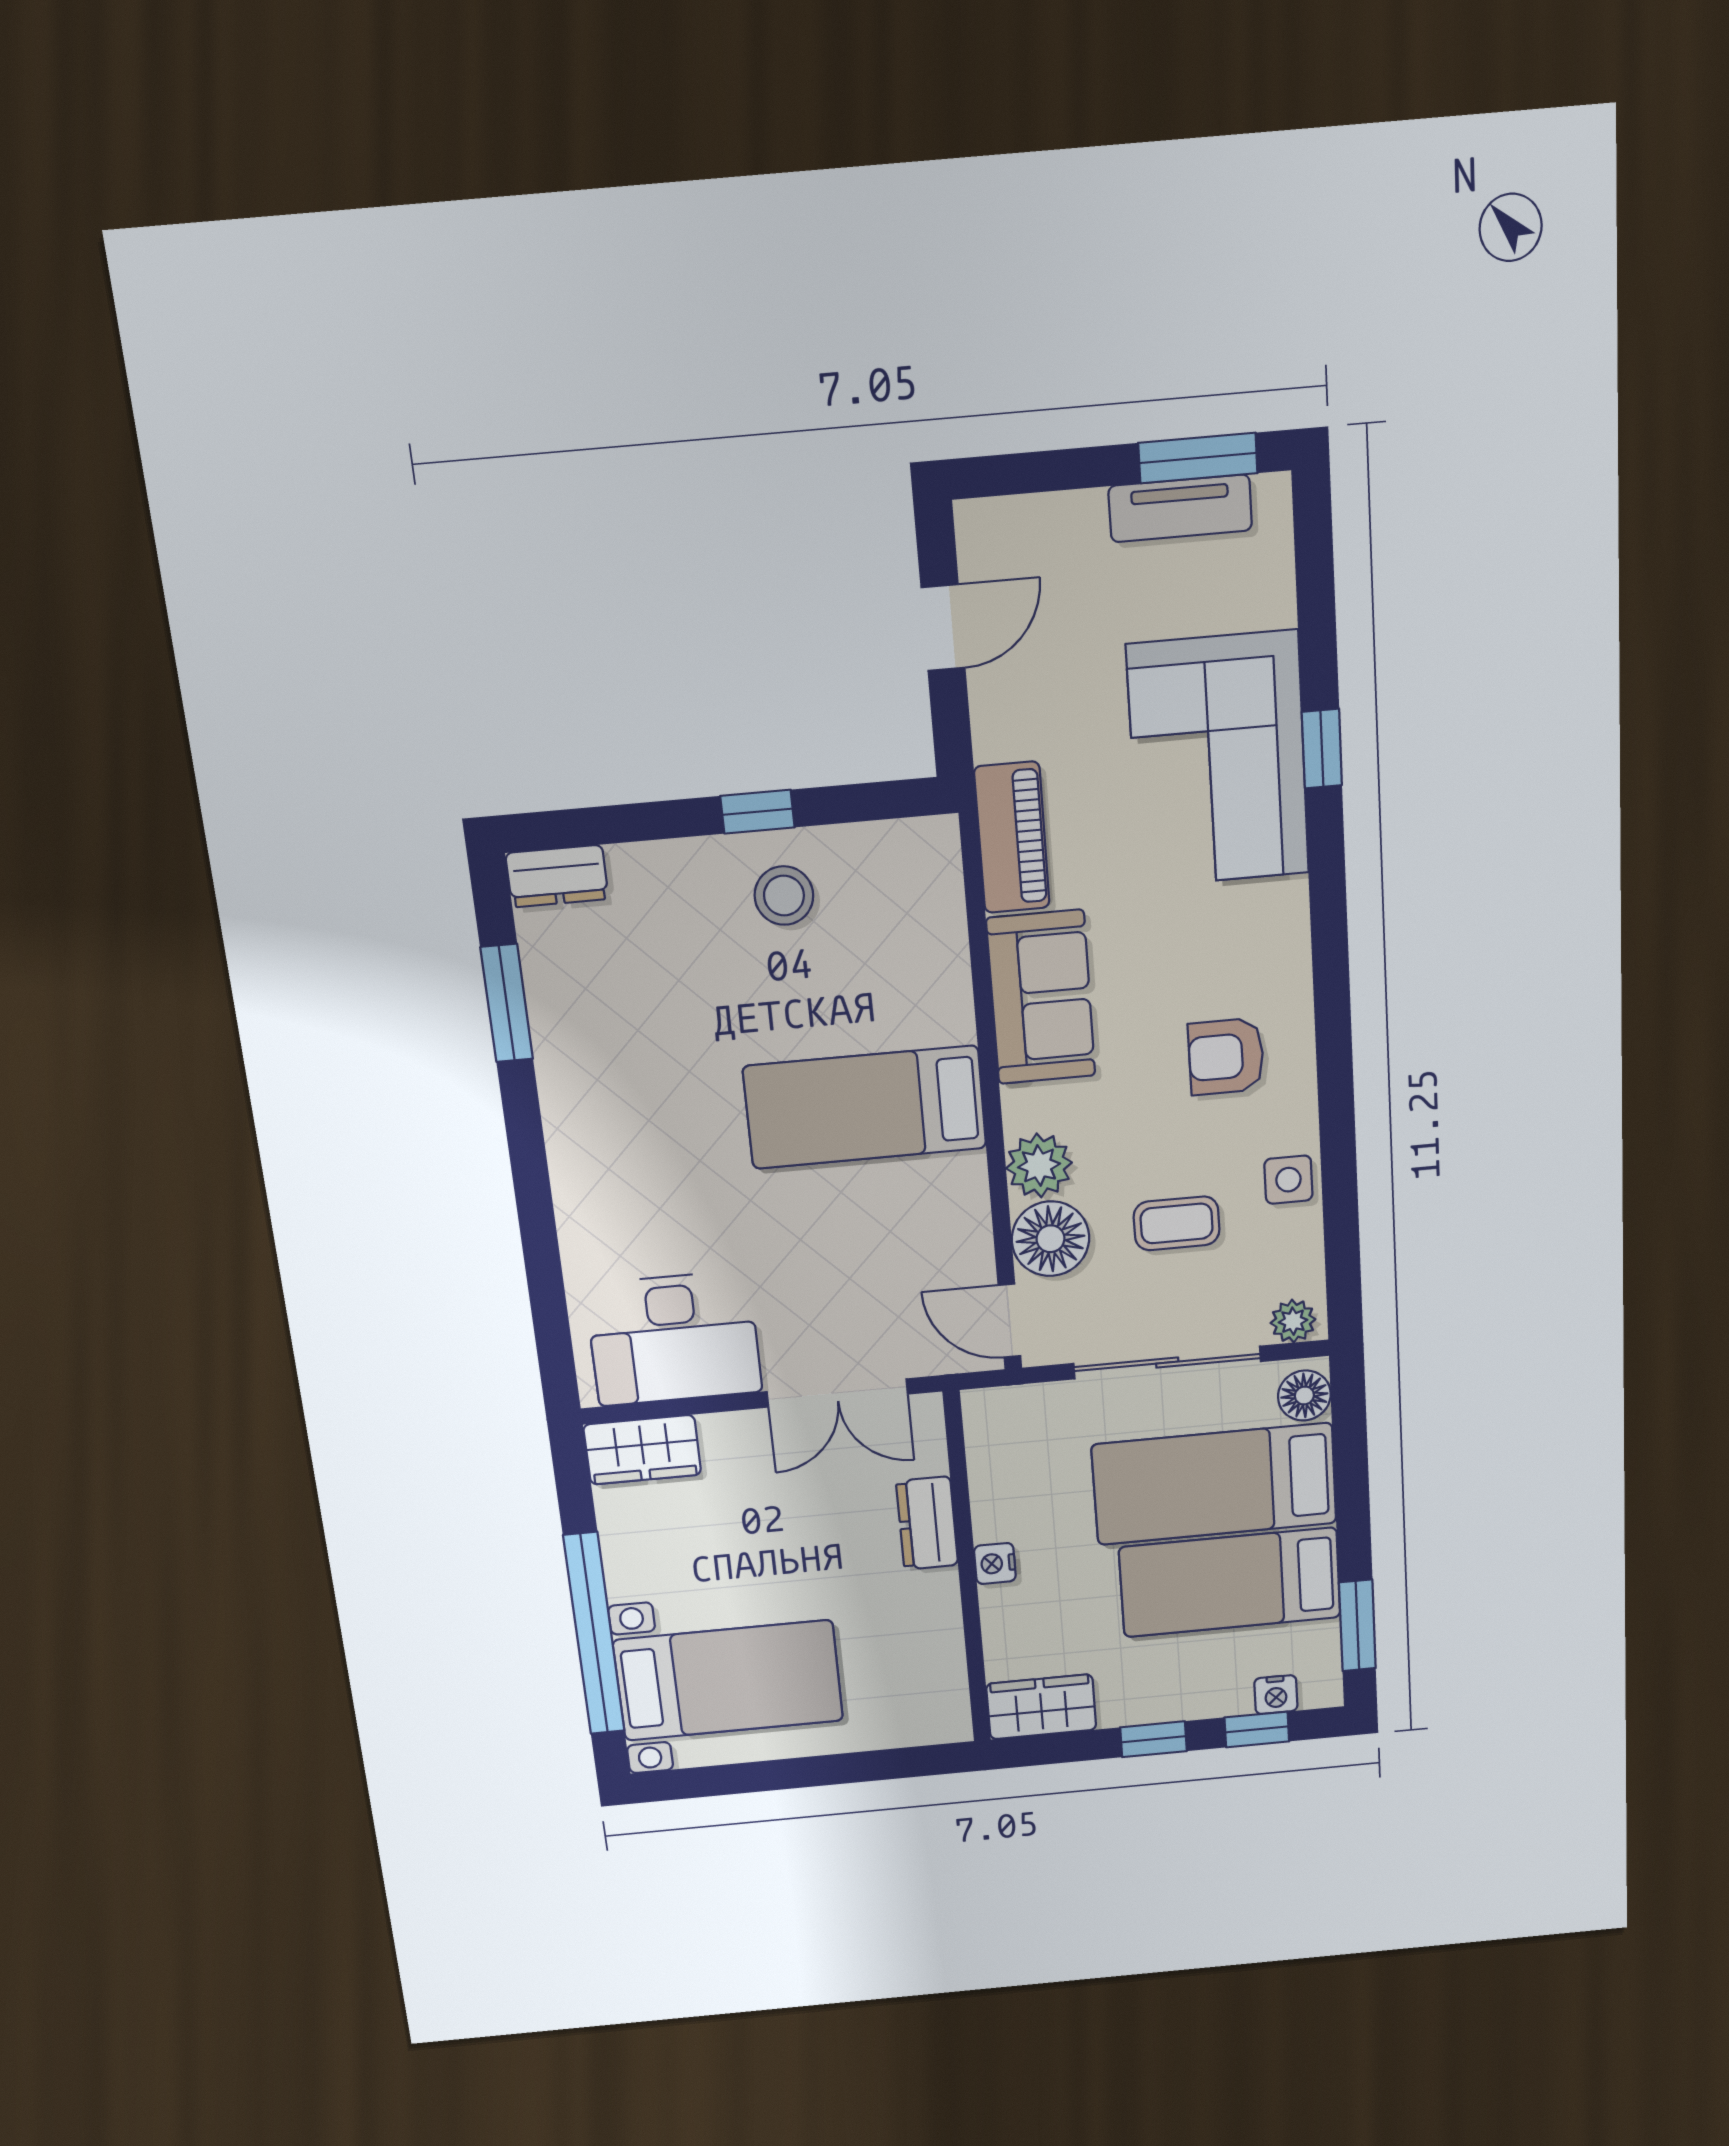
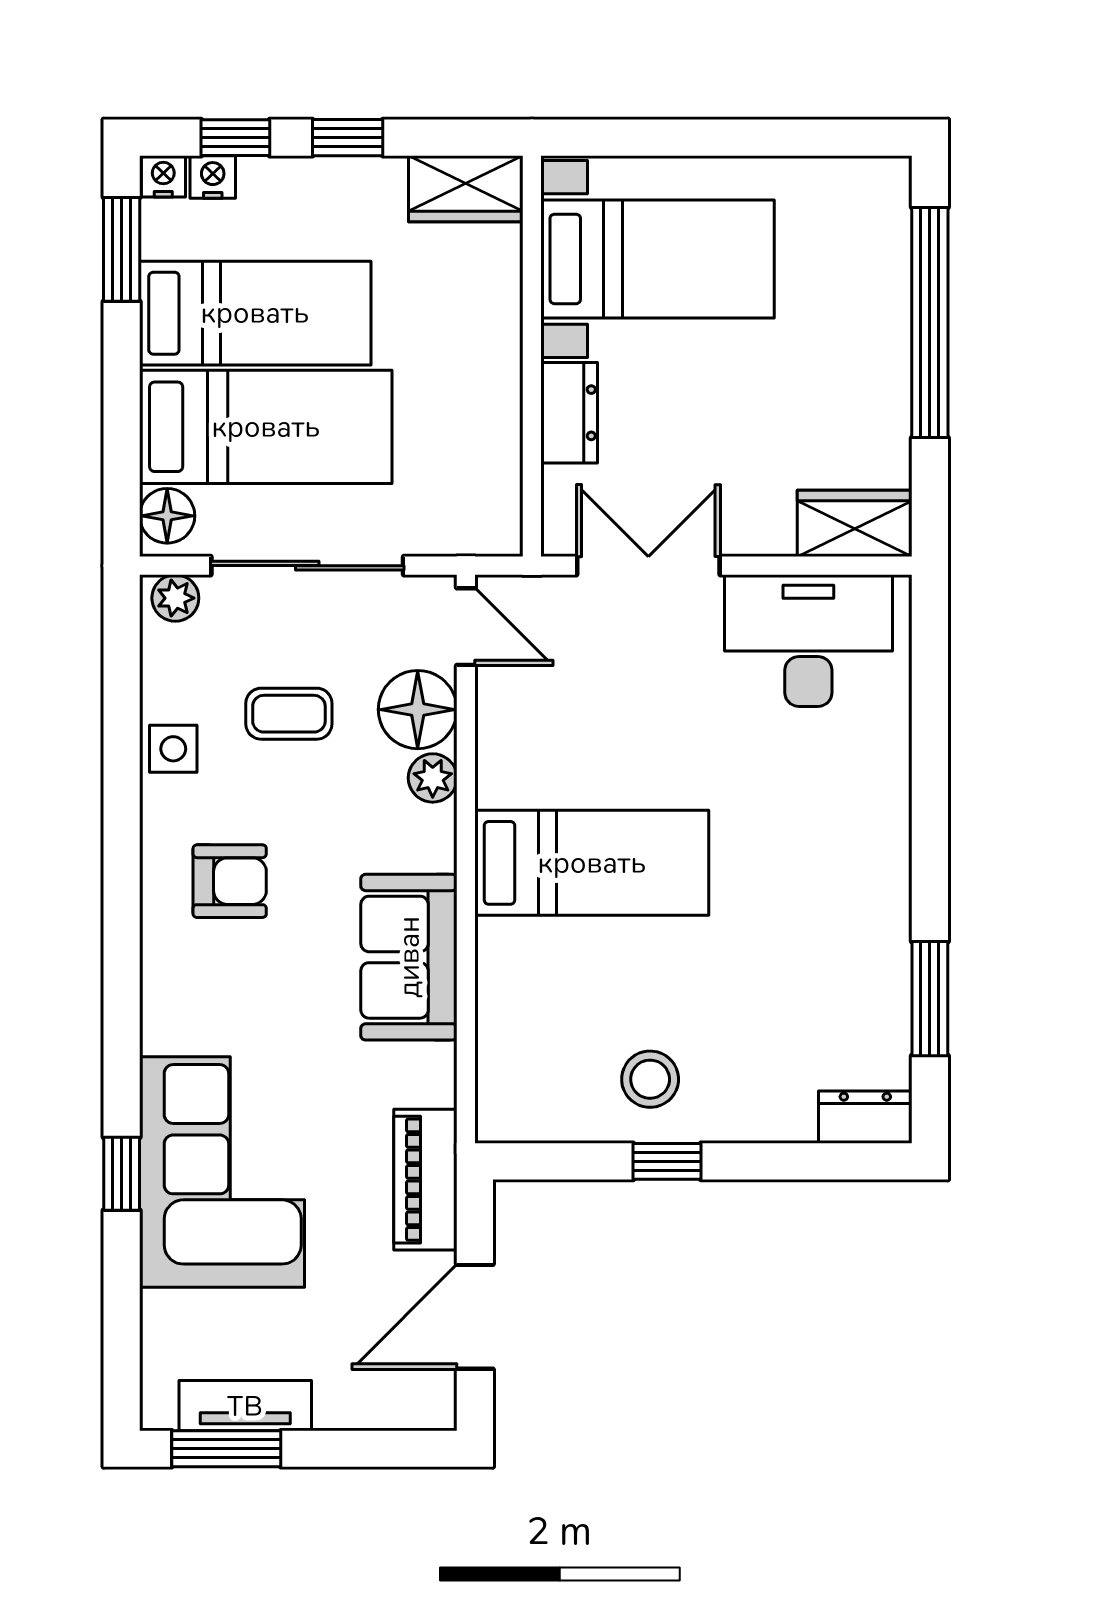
door: (943, 628) -> (475, 1317), width x1.38
piano: (1012, 837) -> (425, 1180), moved
plant: (1039, 1165) -> (433, 778), width x0.73, depth x0.73
nightstand: (995, 1564) -> (163, 176), moved, turned -90
bed with nightstands: (728, 1680) -> (657, 259), moved, turned 180

